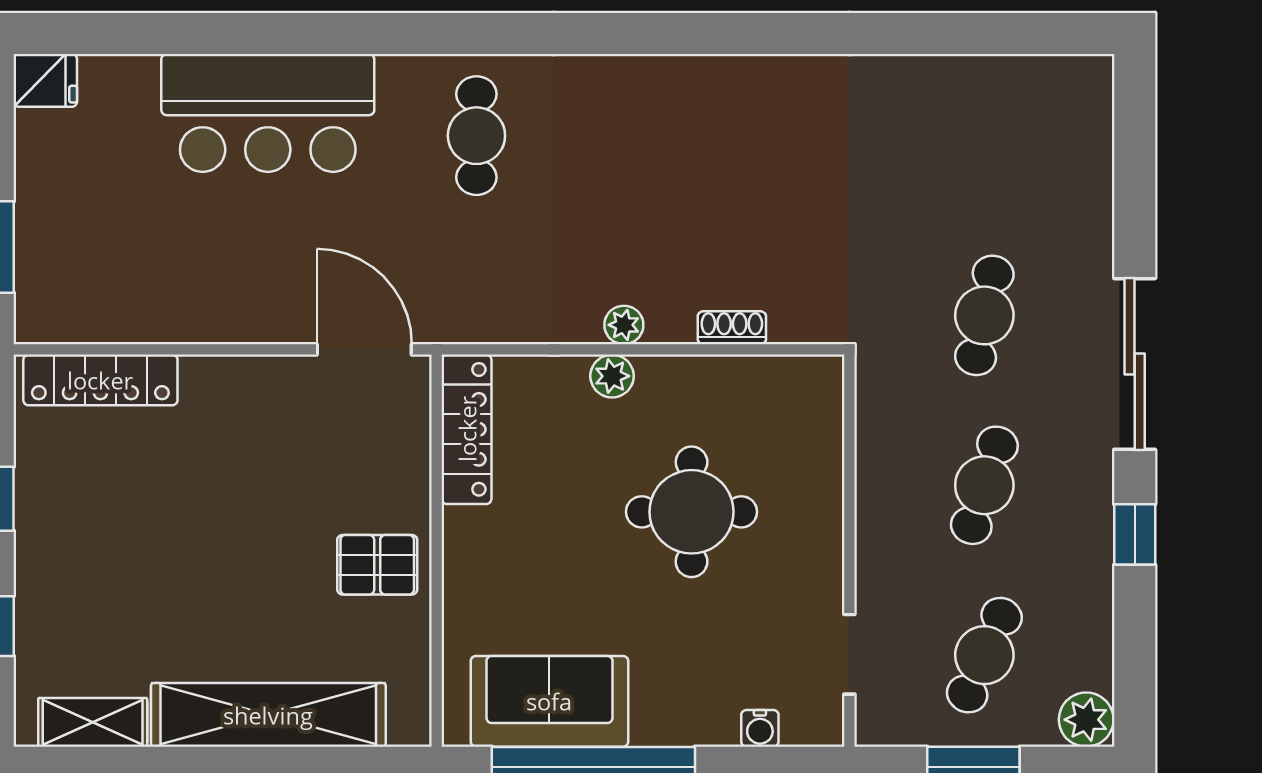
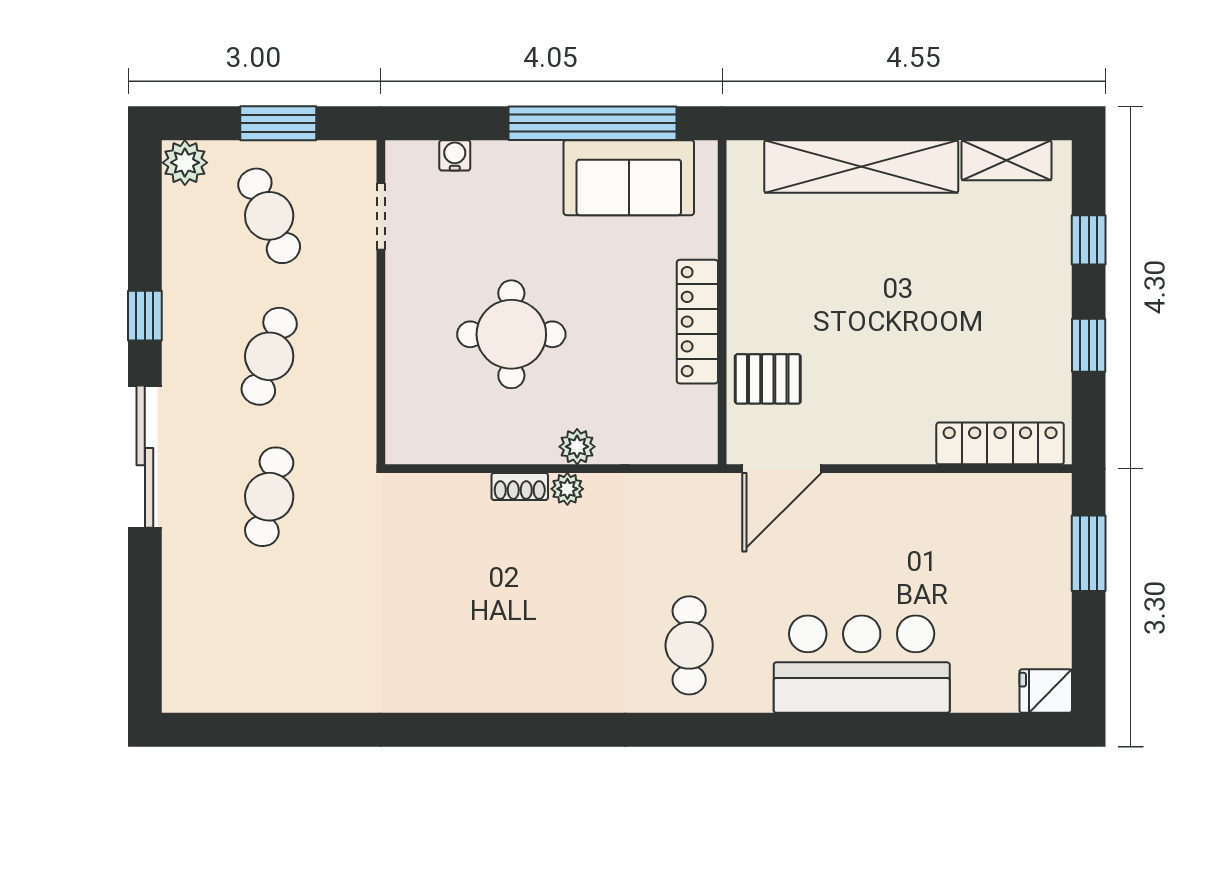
shoe rack: (732, 328) -> (520, 487), moved
door: (364, 349) -> (782, 469), hinge flipped
locker: (467, 429) -> (697, 322), moved
pallet: (377, 565) -> (768, 379), moved
cafe table: (984, 655) -> (269, 216), turned -48

